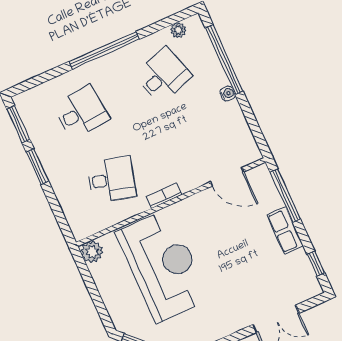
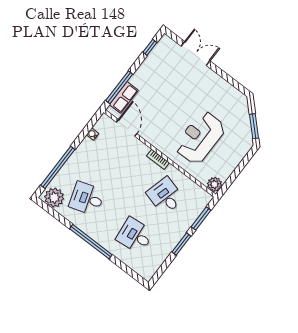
plant: (178, 30) -> (54, 198), width x1.88, depth x1.88
water cooler: (228, 94) -> (92, 134), moved
window: (18, 124) -> (201, 218), moved
row of seats: (285, 230) -> (124, 97), moved
reception desk: (163, 266) -> (200, 138), width x0.74, depth x0.77

